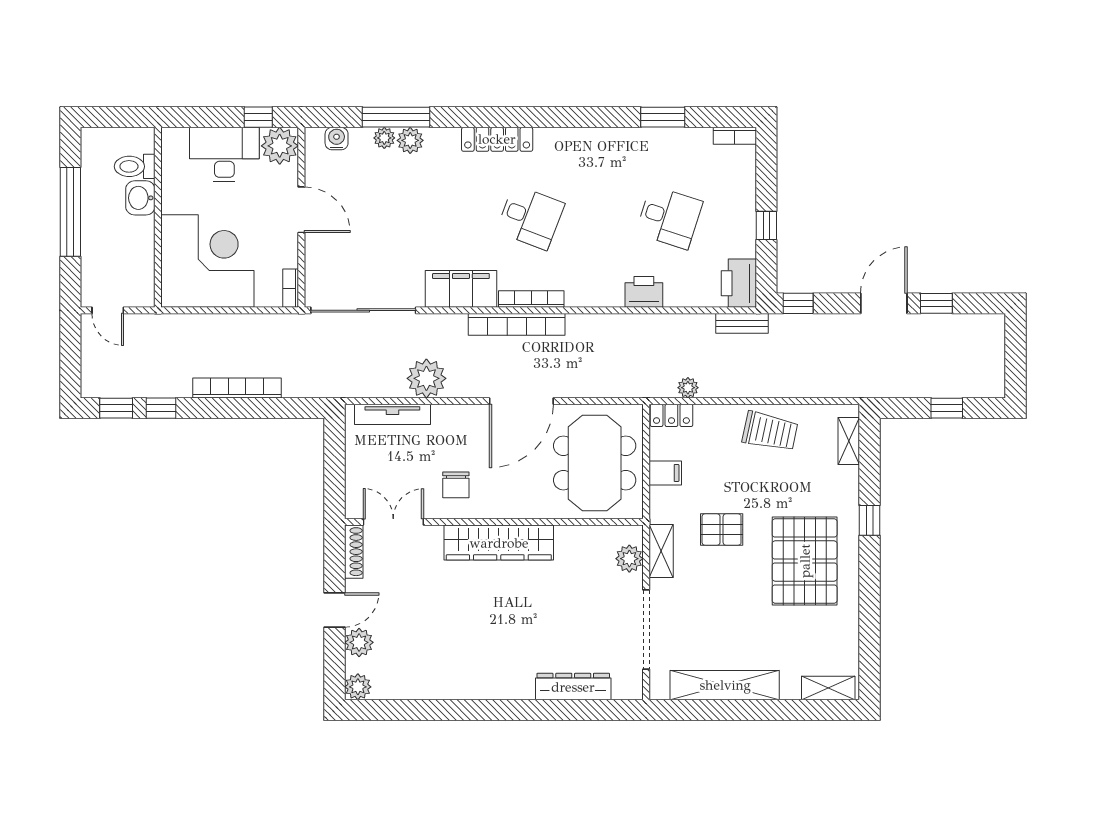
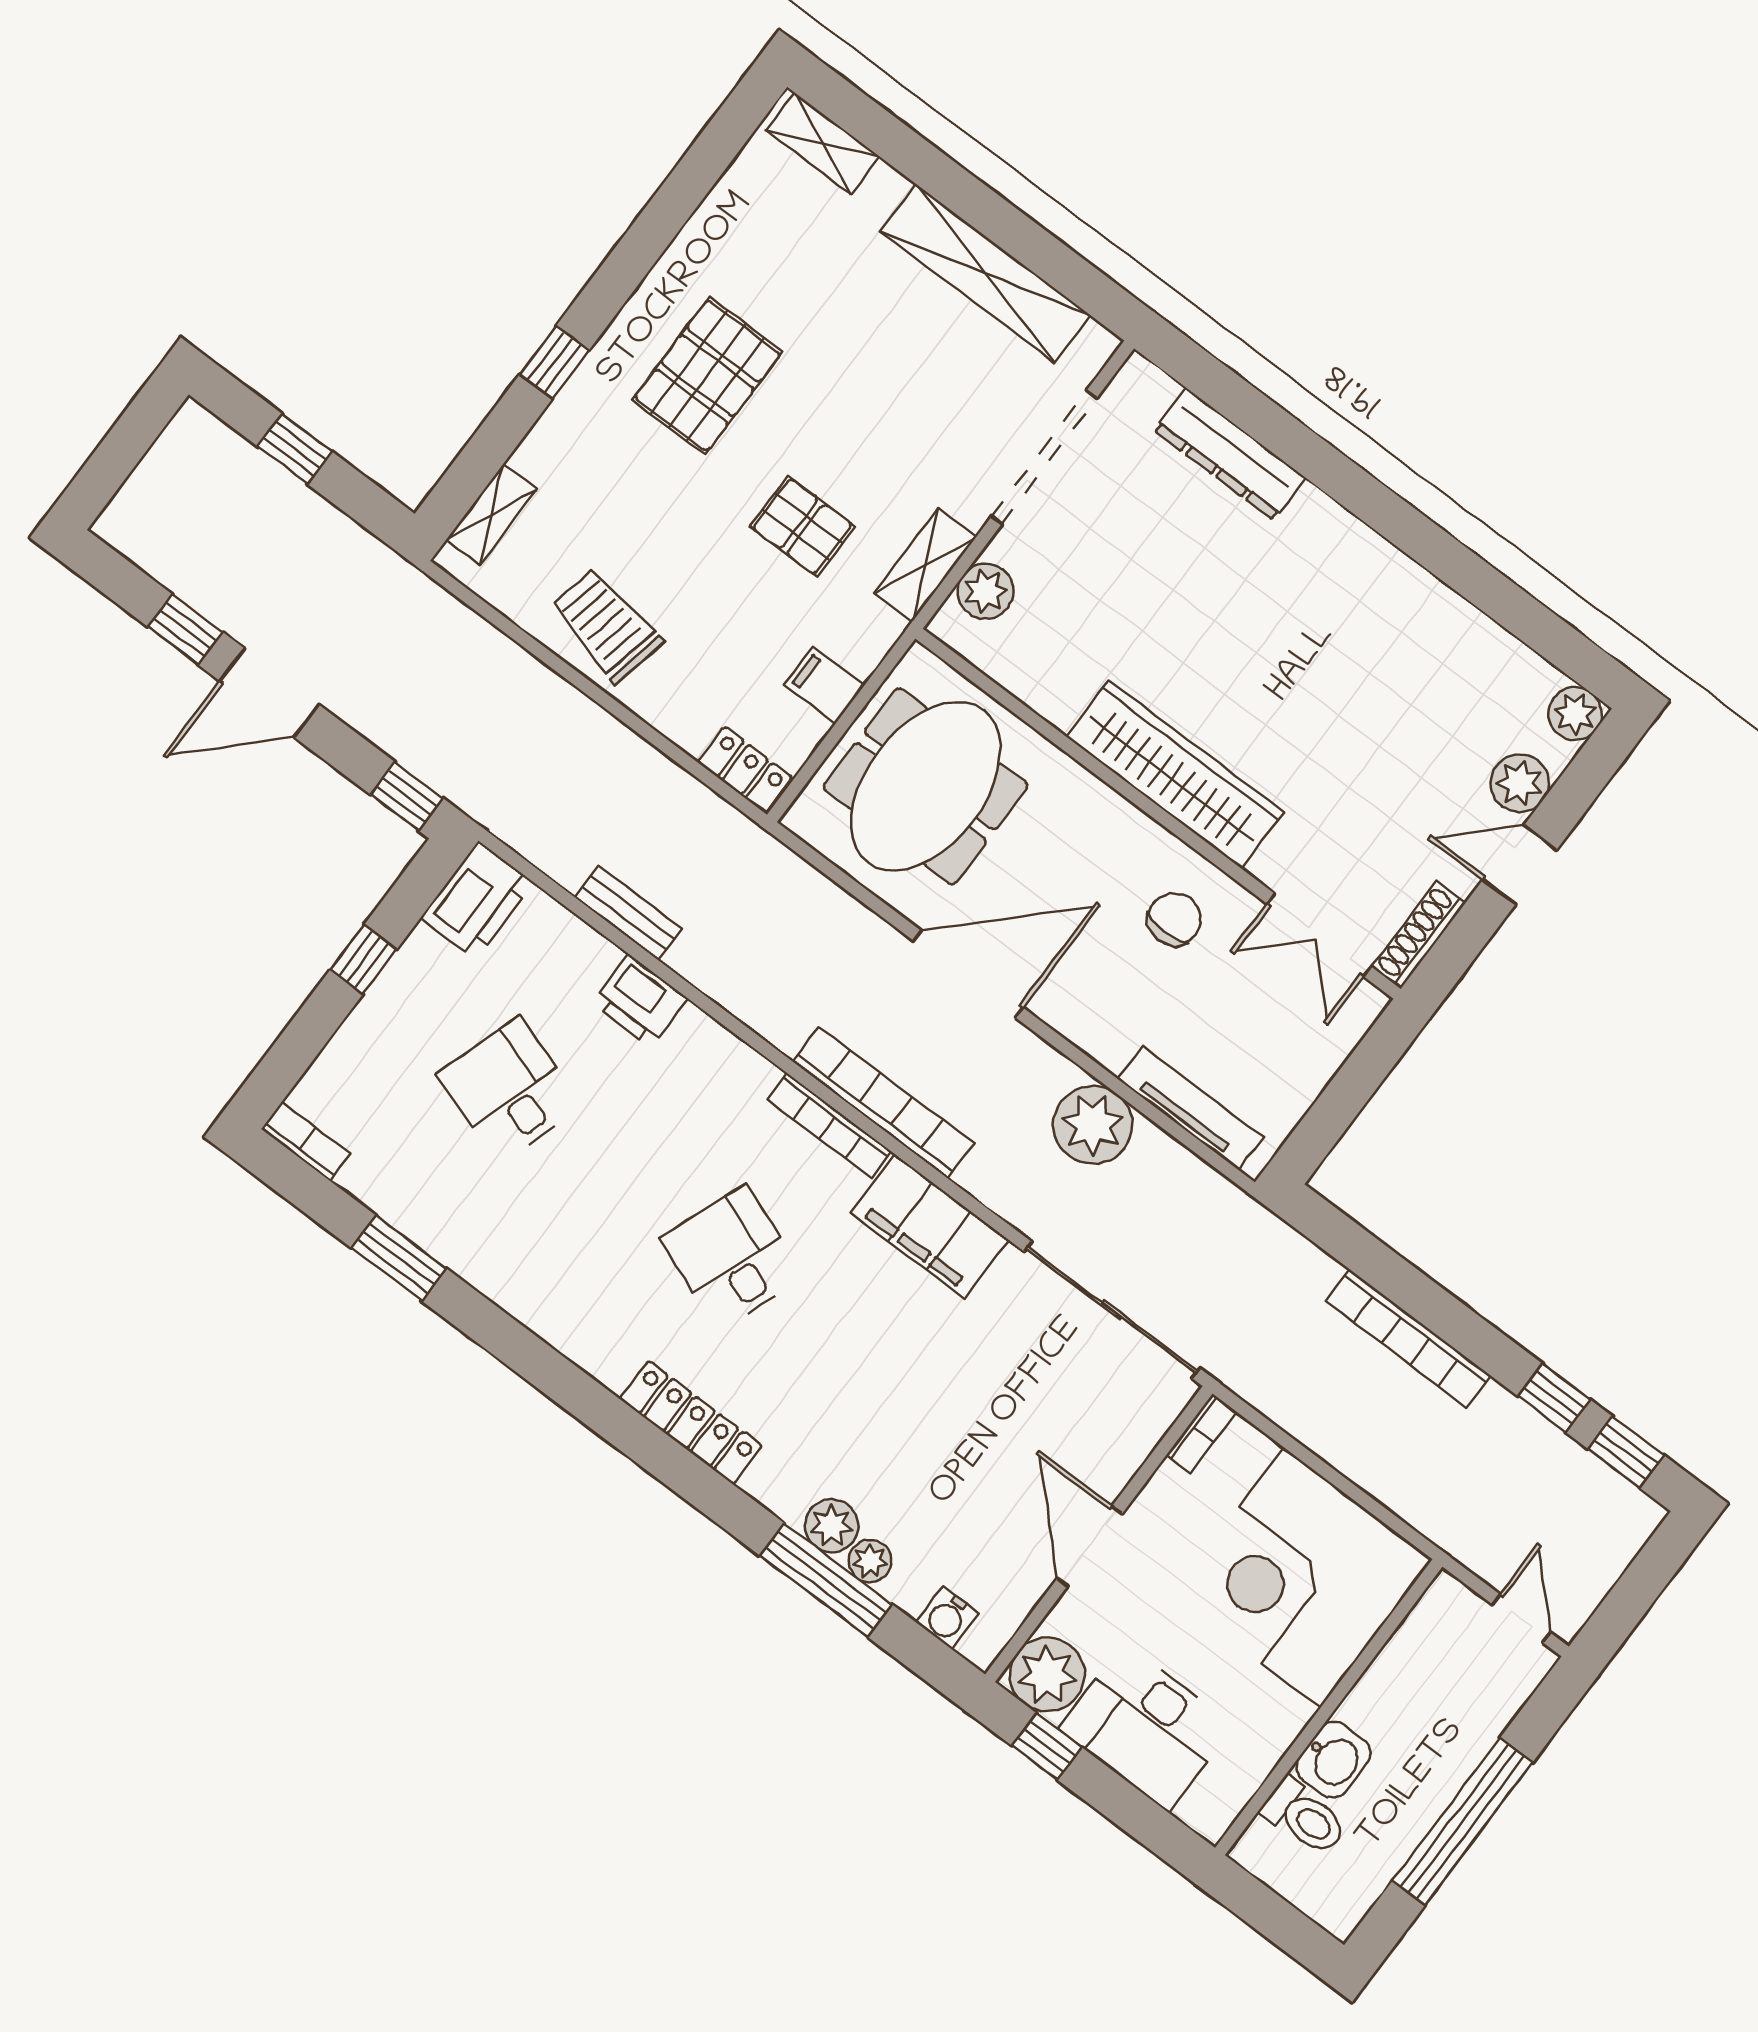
bench: (742, 323) -> (628, 913), moved
plant: (688, 388) -> (685, 794), removed
pallet: (805, 561) -> (707, 376), width x0.73, depth x0.71

